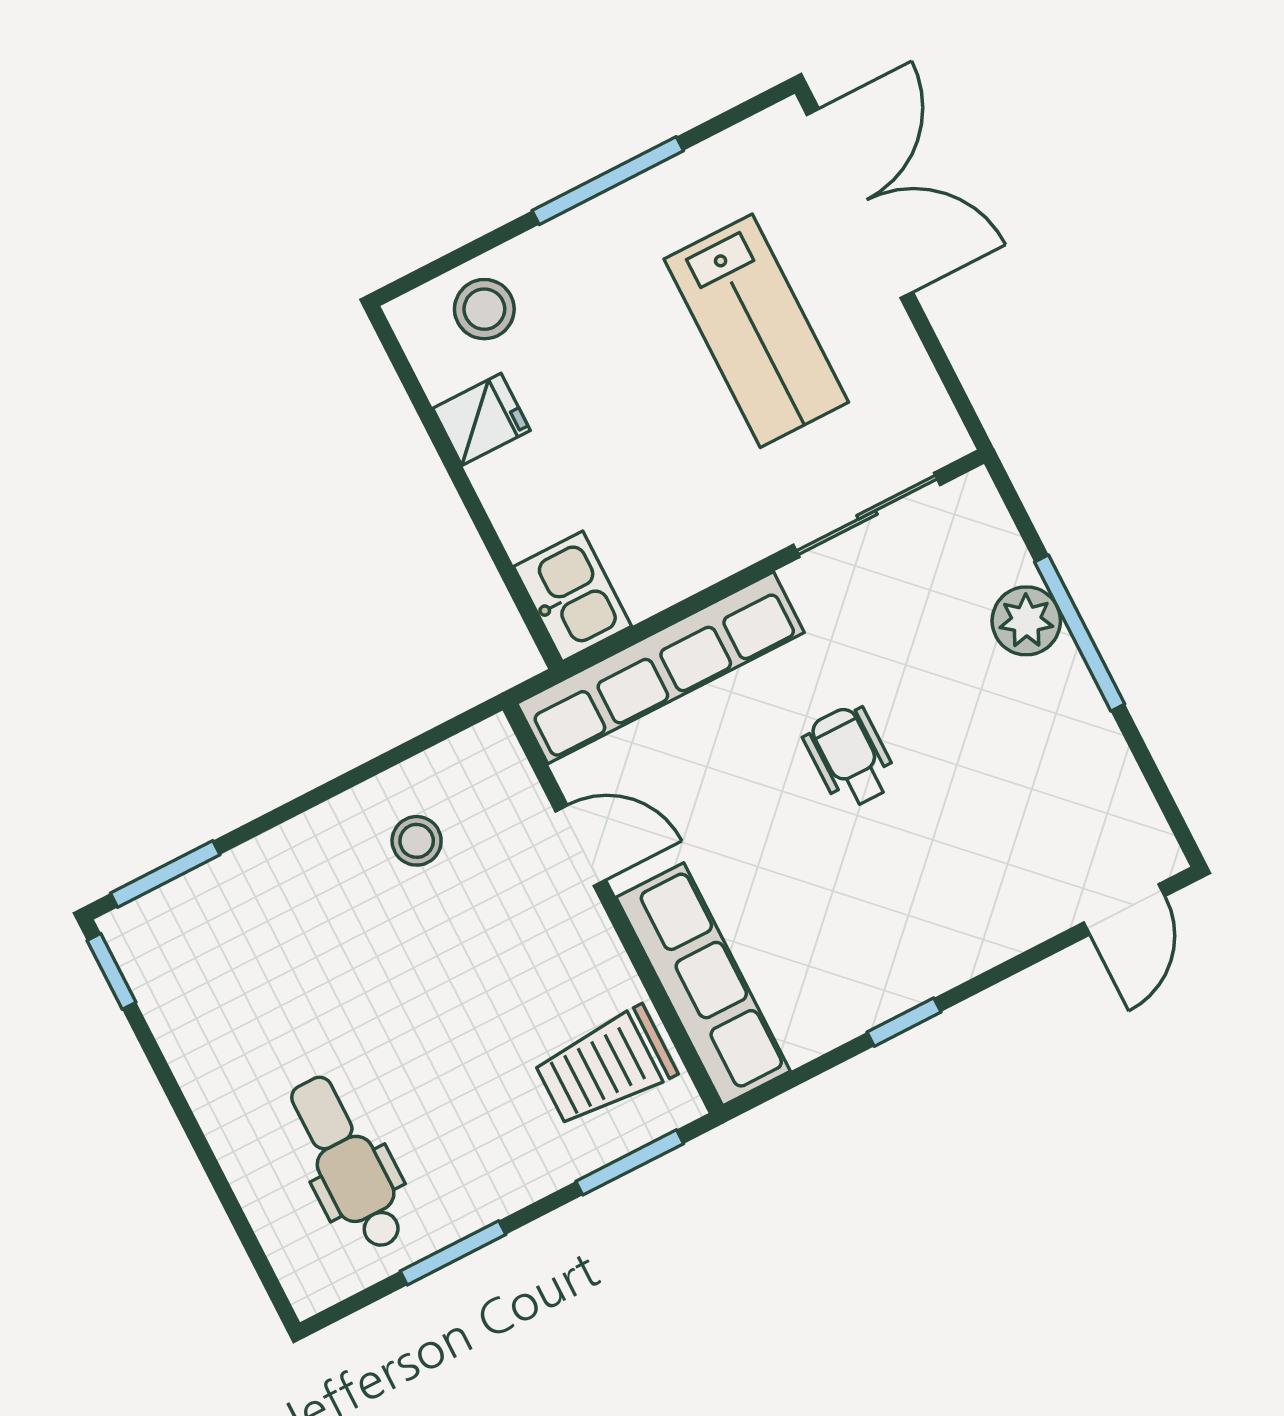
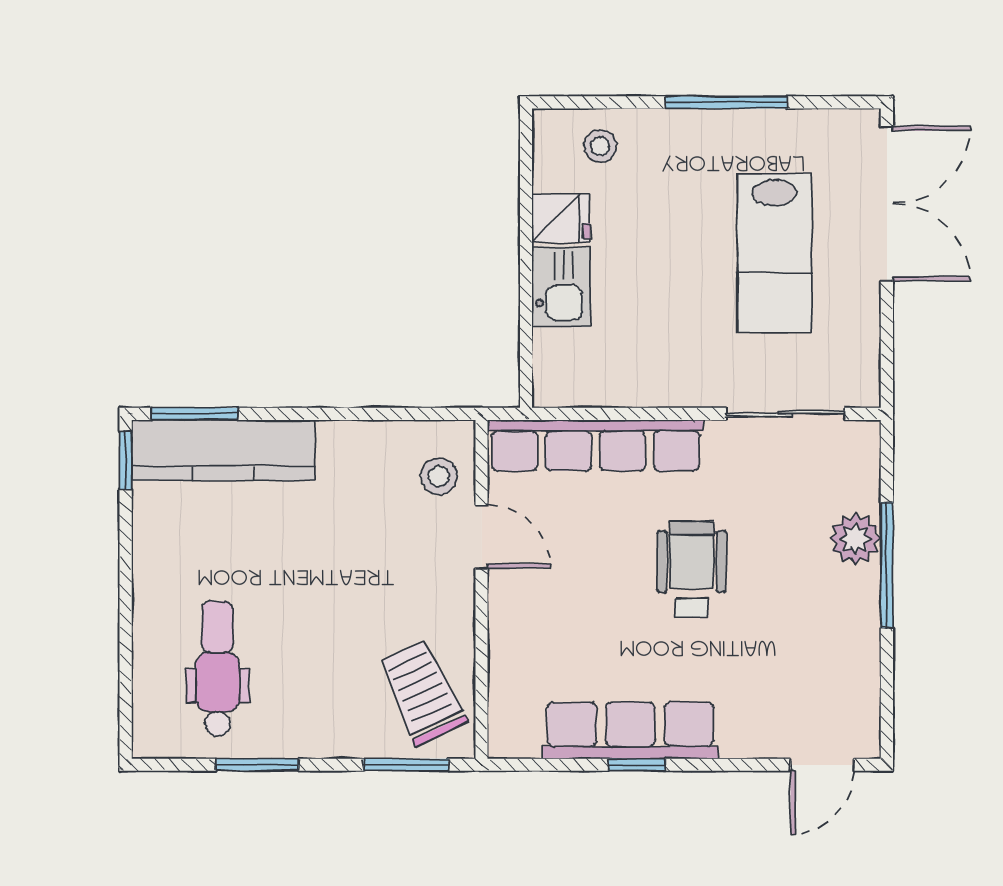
stool: (484, 309) -> (600, 146), width x0.73, depth x0.73
kitchen sink: (572, 596) -> (561, 287), moved
wheelchair: (850, 757) -> (692, 569), width x1.36, depth x1.37
stool: (417, 841) -> (439, 476), moved
kitchen counter: (221, 900) -> (223, 450), added
row of seats: (703, 984) -> (630, 730), moved, turned -90
trolley: (605, 1067) -> (423, 693), turned 65

